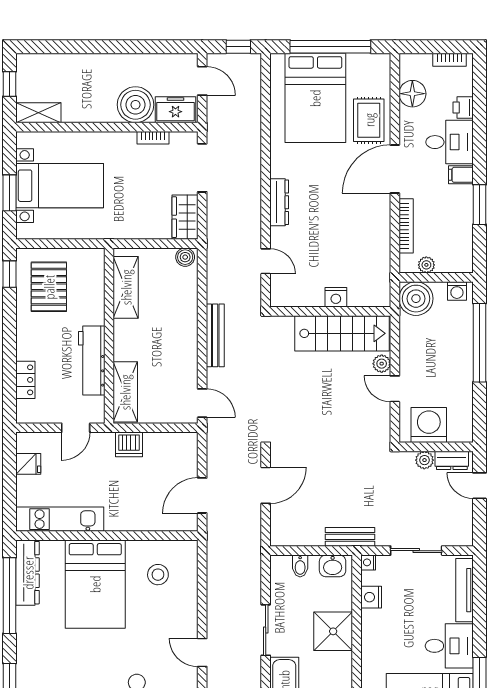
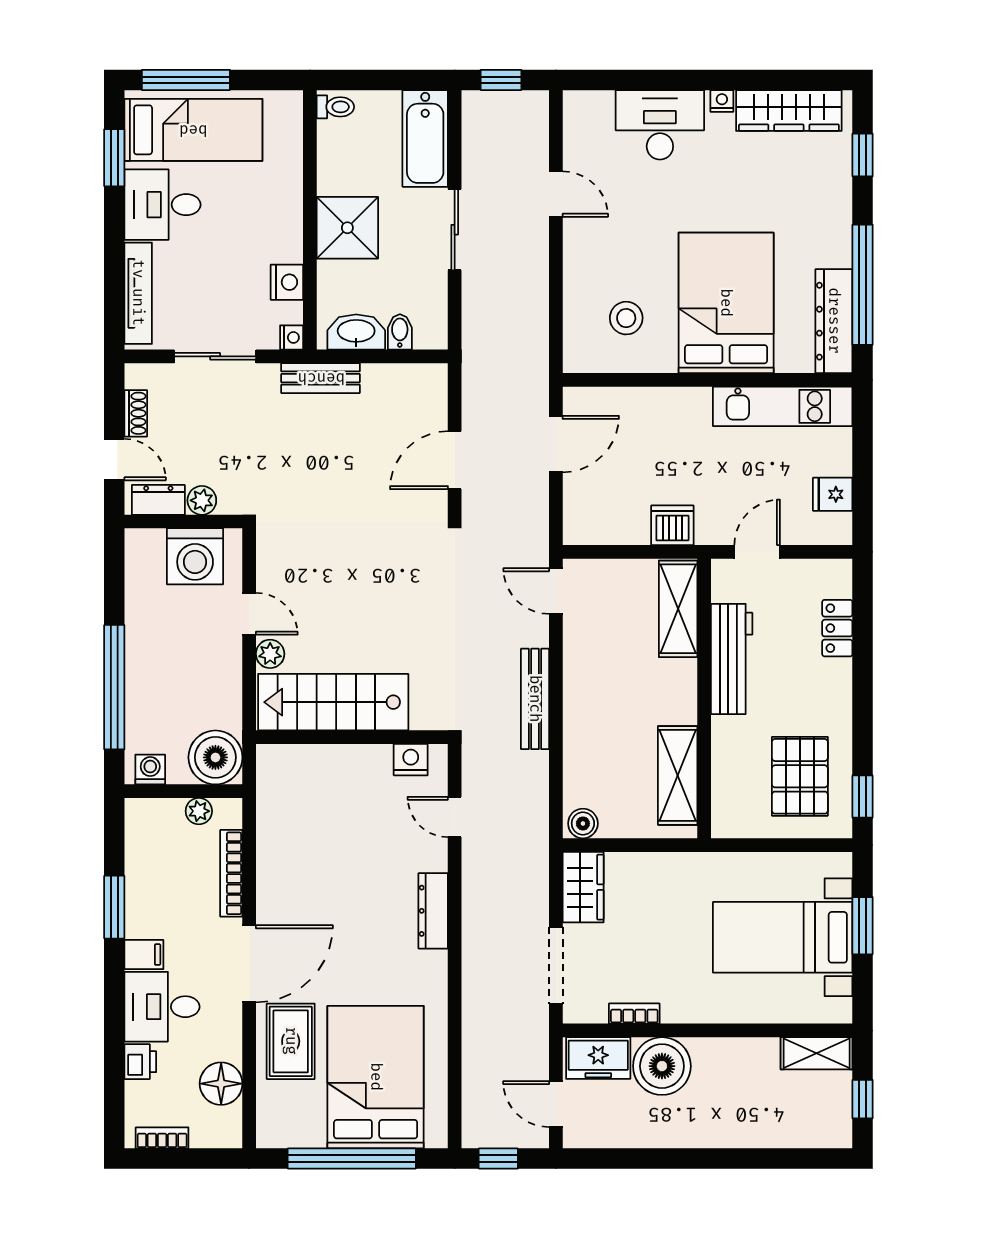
nightstand: (336, 297) -> (411, 760), moved
shoe rack: (466, 515) -> (136, 413), added
washbasin: (333, 566) -> (356, 332), width x1.38

